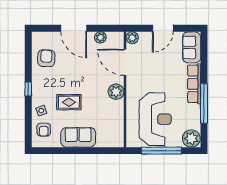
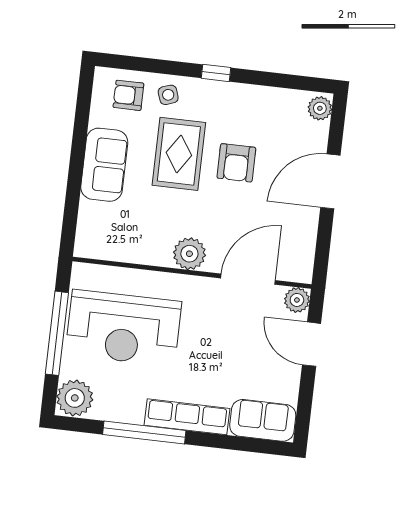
door: (163, 28) -> (312, 344), moved
plant: (100, 37) -> (320, 108), moved
armchair: (46, 58) -> (236, 163), moved, turned 88
rug: (69, 102) -> (179, 154), width x1.36, depth x1.43

